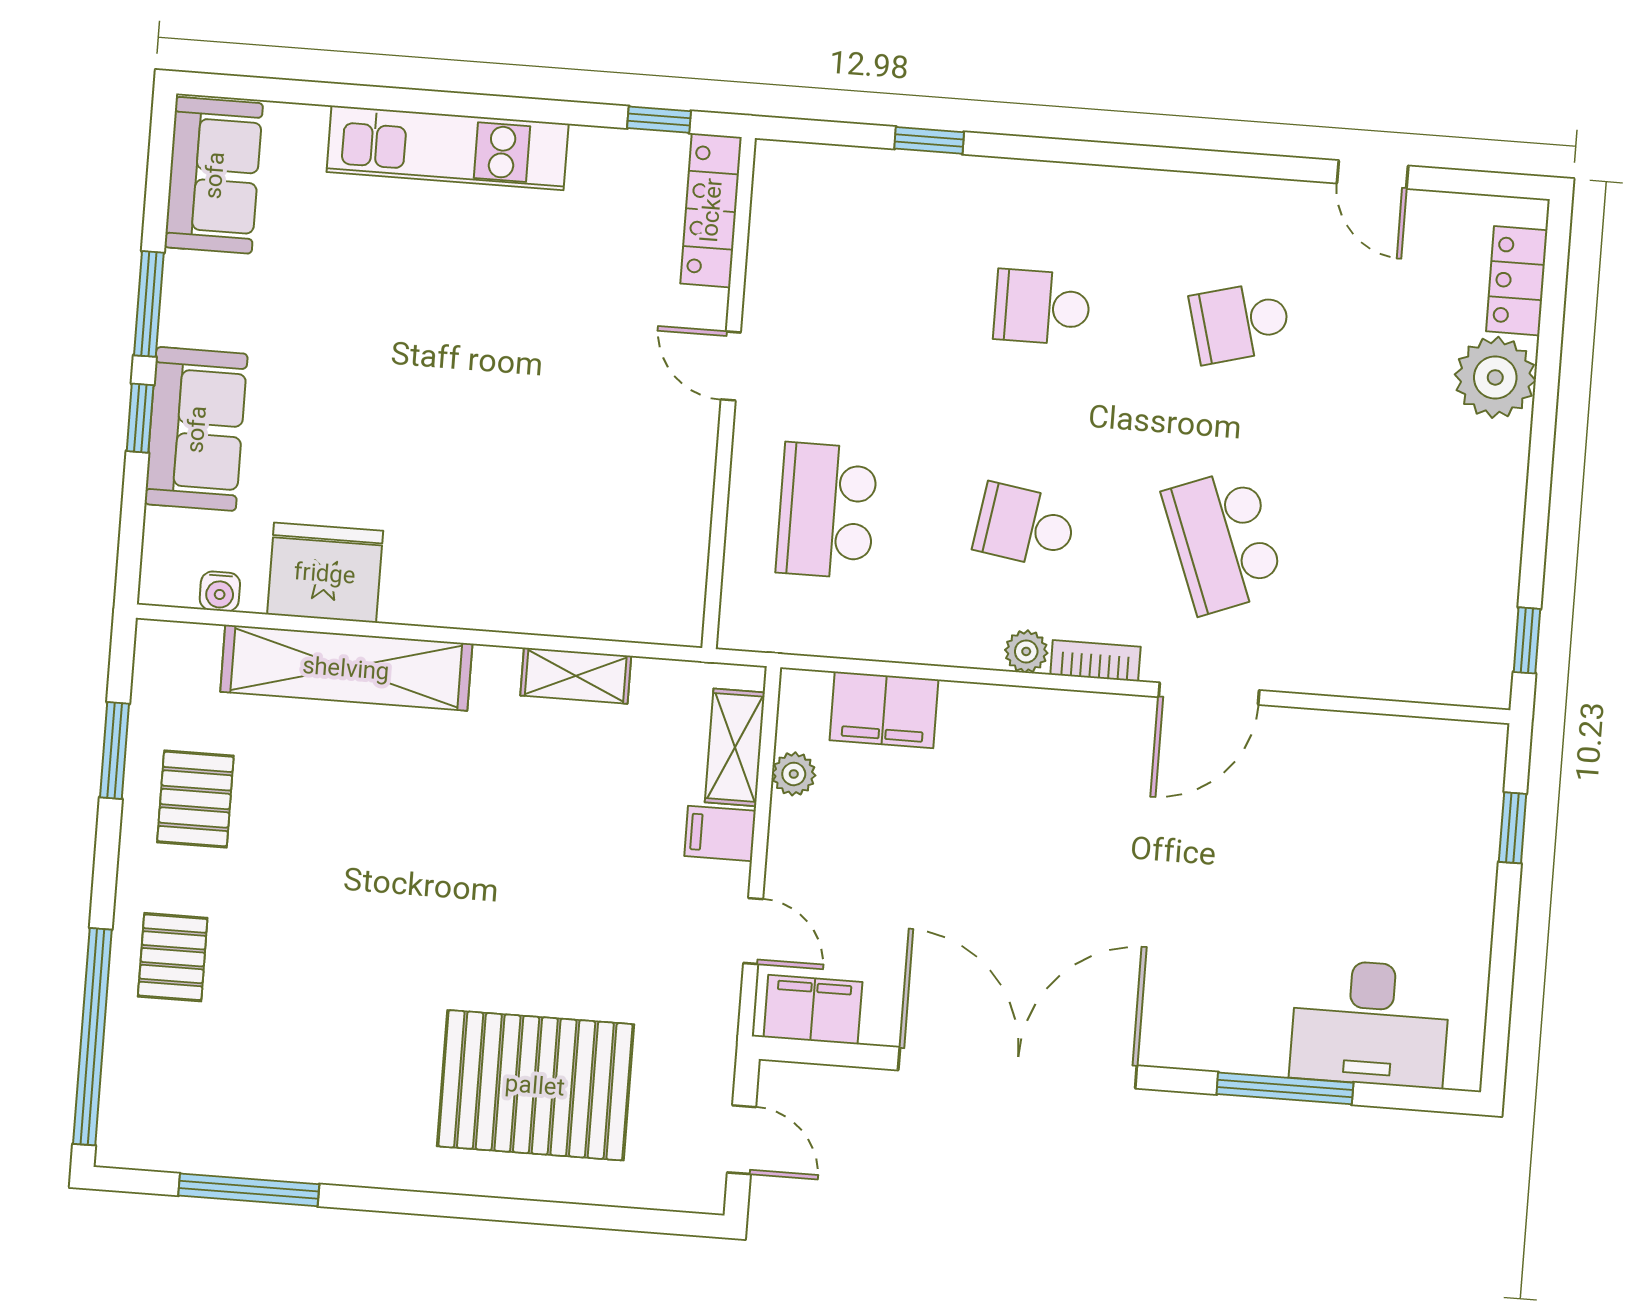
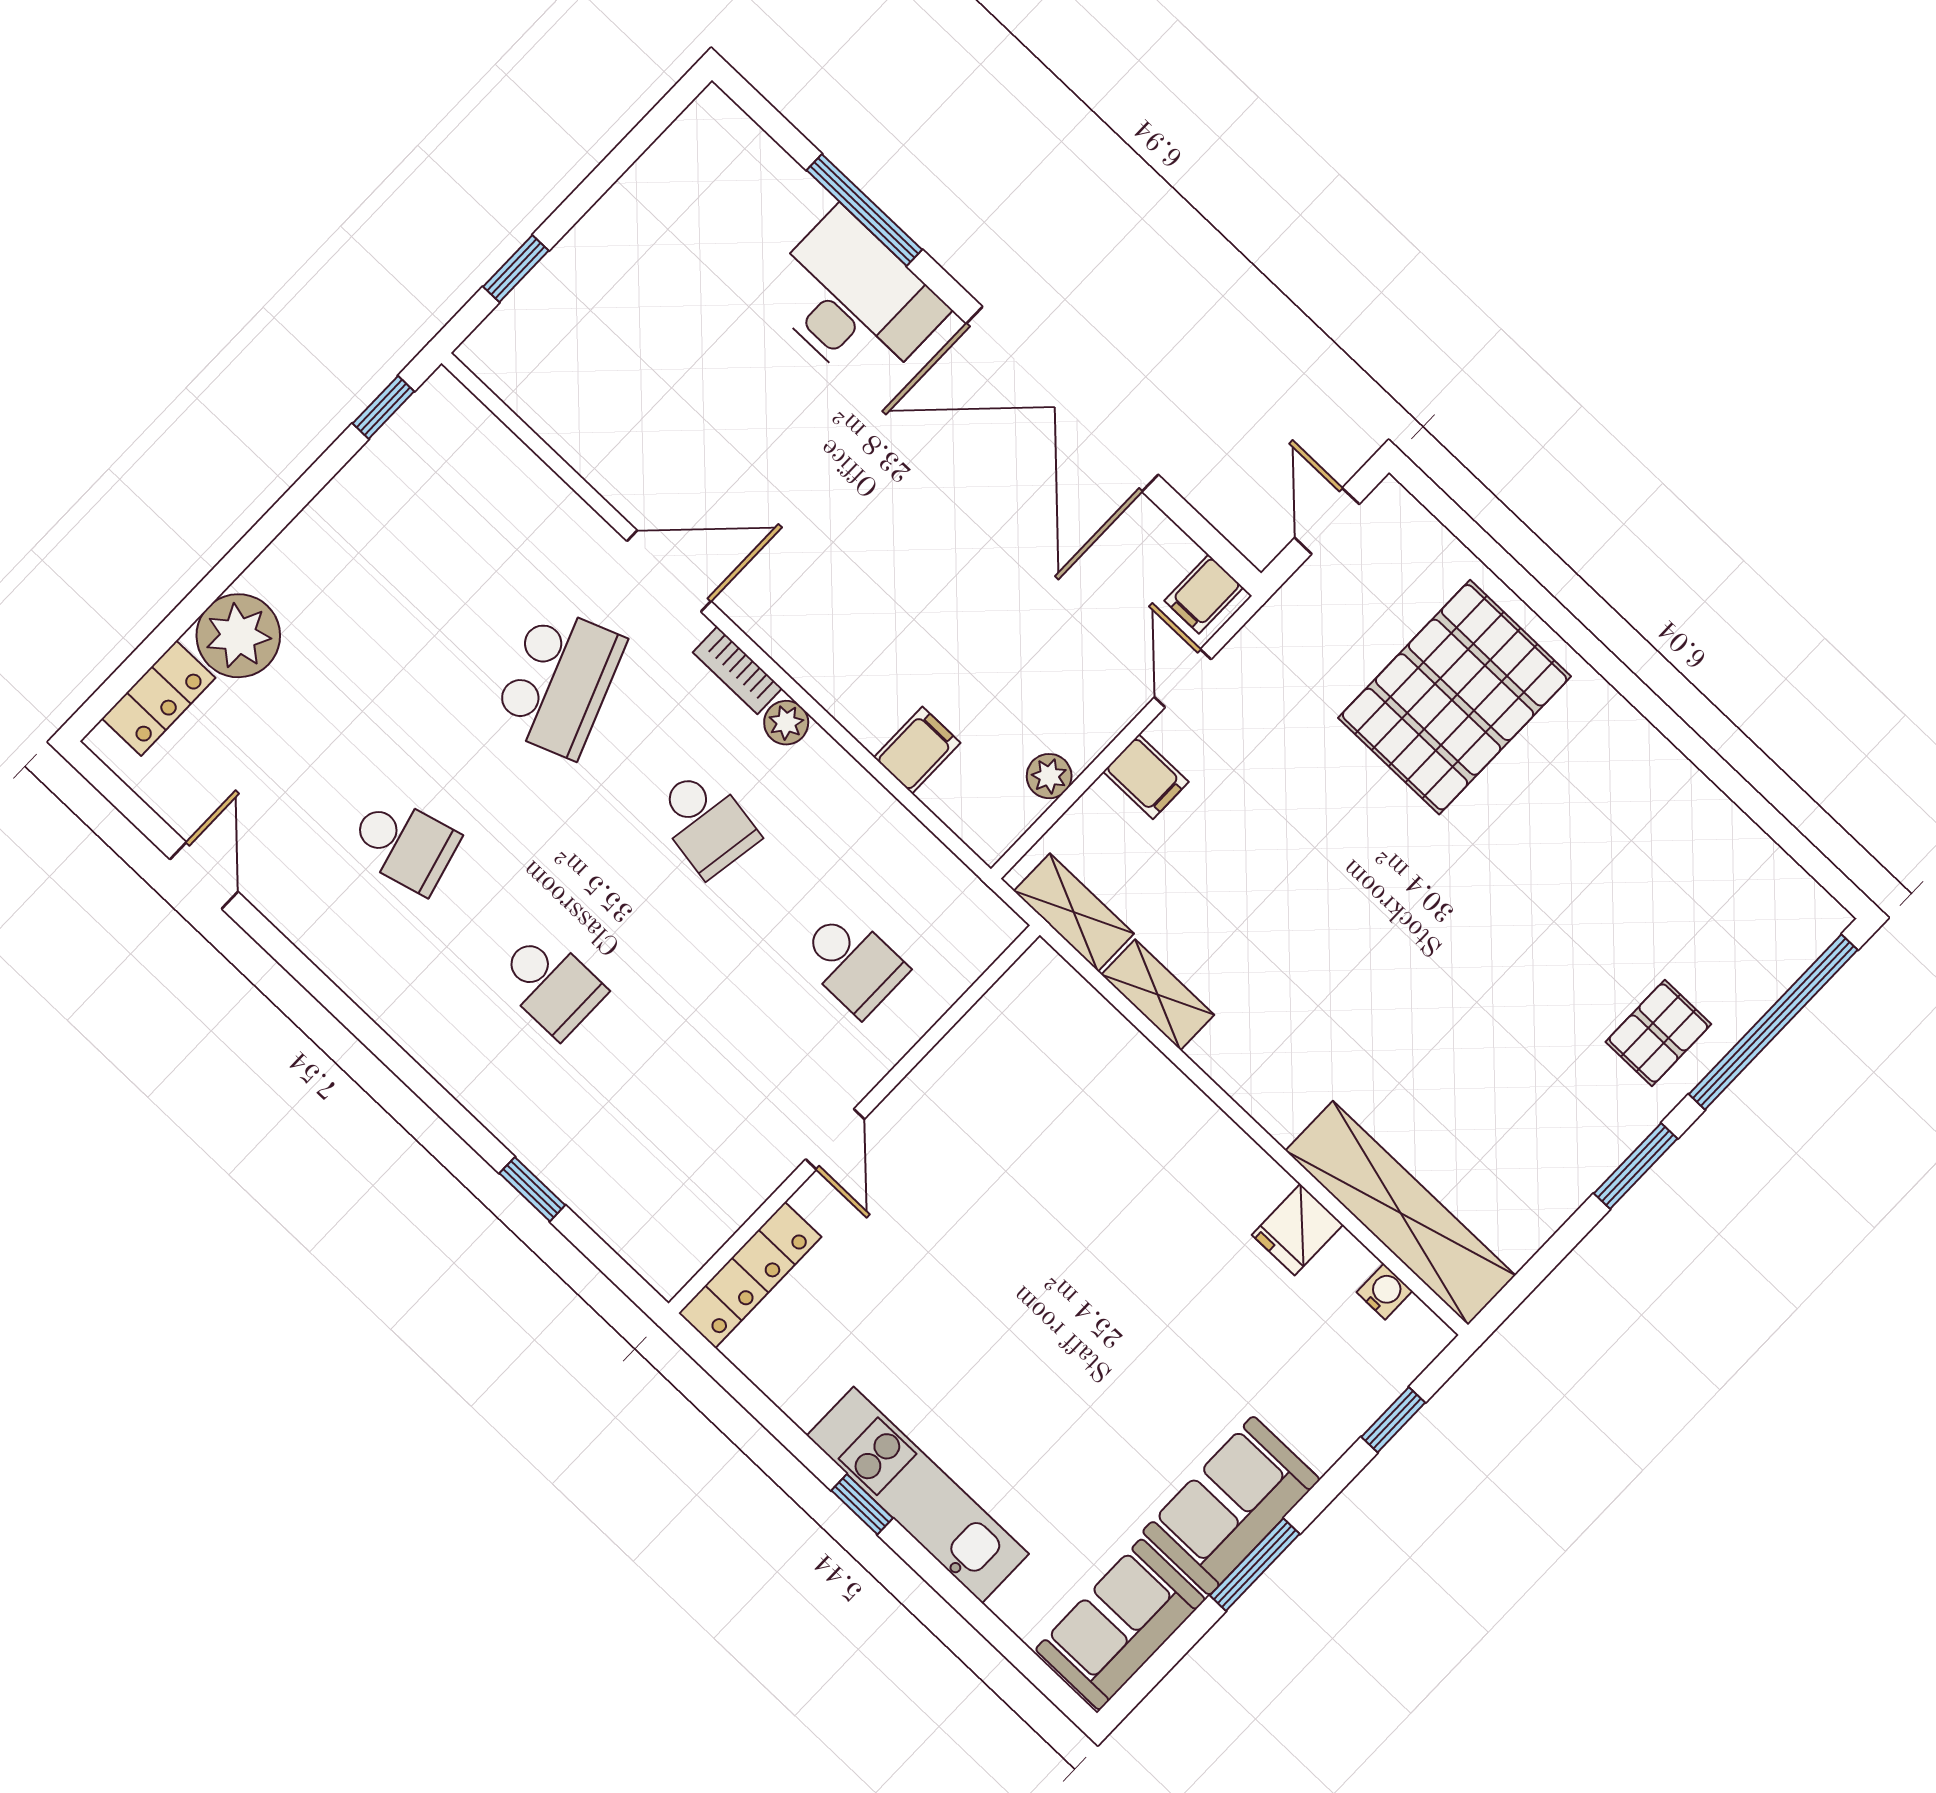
window: (659, 120) -> (862, 1504), moved
window: (140, 418) -> (1393, 1420), moved
sofa: (196, 429) -> (1231, 1506), moved
school desk: (827, 511) -> (853, 963), width x0.54
fridge: (325, 573) -> (1297, 1230), width x0.53, depth x0.75
shelving: (346, 668) -> (1400, 1213), moved
filing cabinet: (884, 710) -> (917, 750), width x0.50
shelving: (735, 747) -> (1074, 912), moved, turned 90
window: (114, 750) -> (1636, 1166), moved
pallet: (195, 799) -> (1538, 1143), removed
filing cabinet: (813, 1010) -> (1204, 594), width x0.50
desk: (1370, 1023) -> (854, 301), moved
pallet: (535, 1085) -> (1455, 697), turned 90
window: (249, 1190) -> (1749, 800), removed

